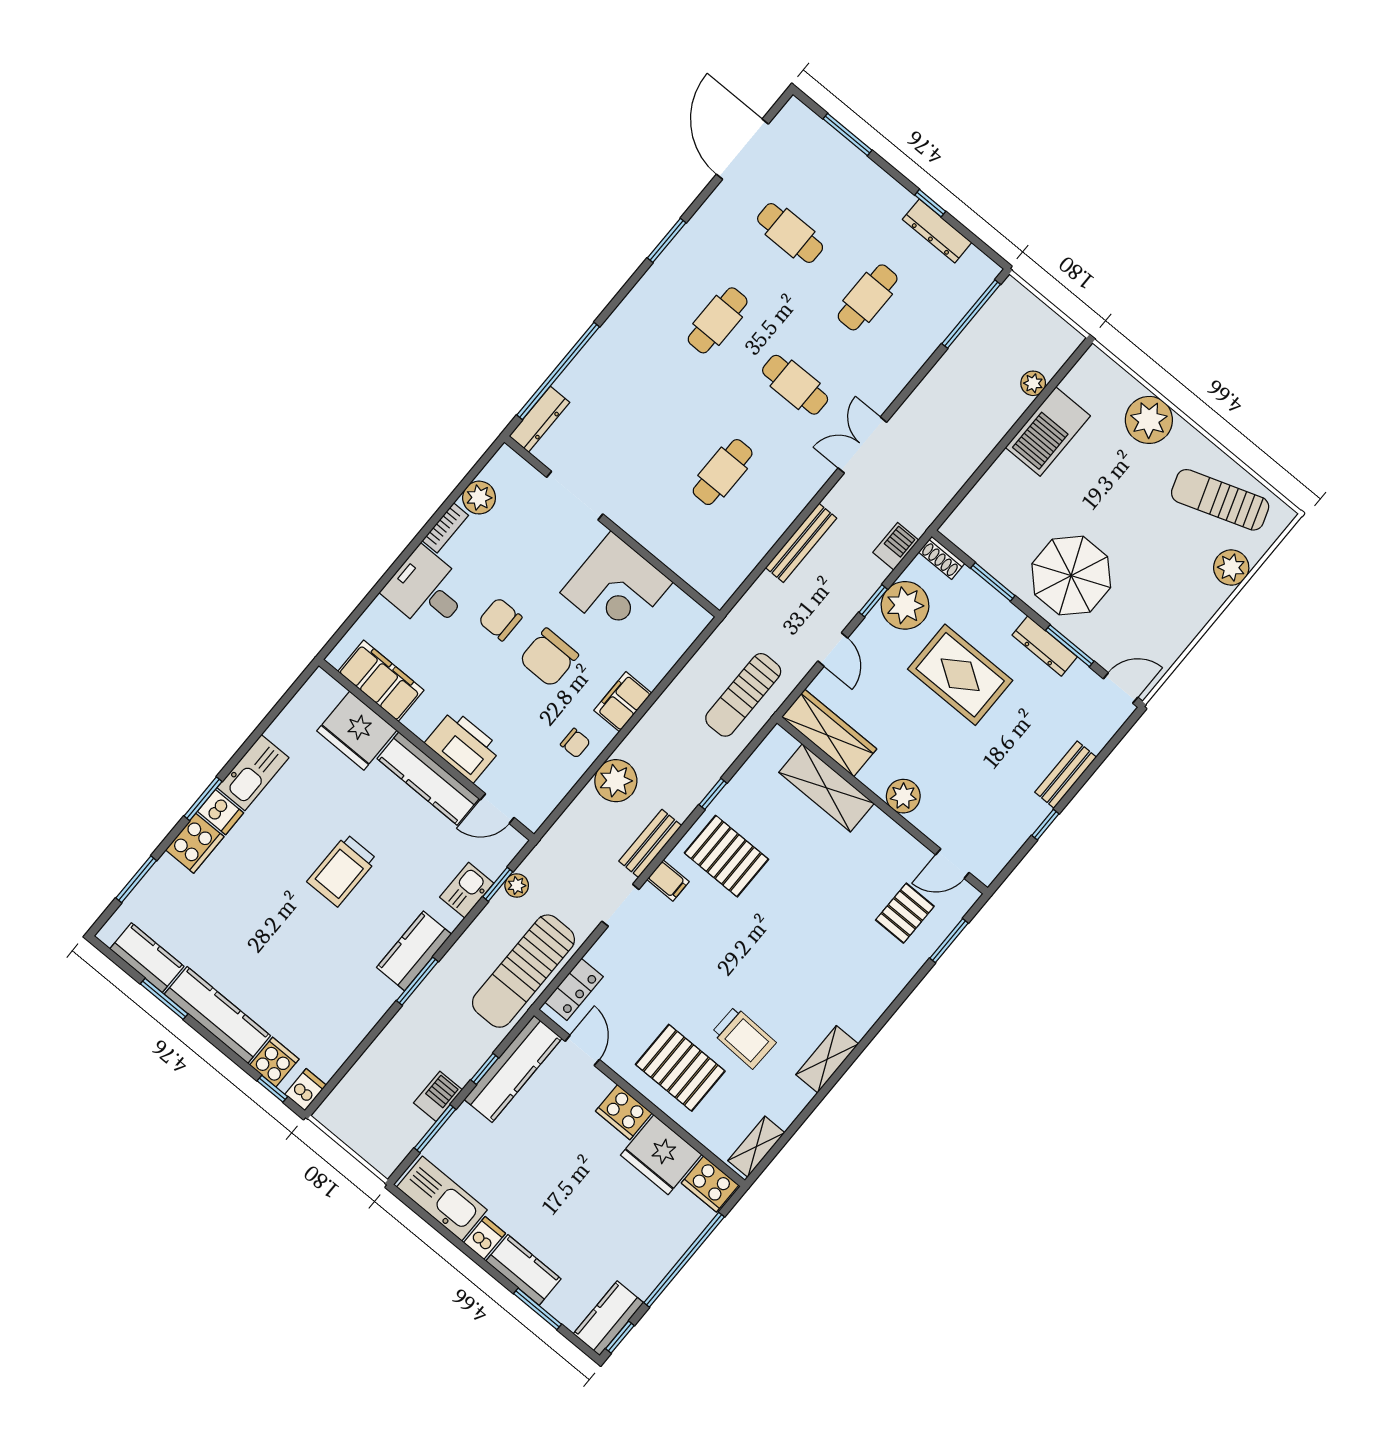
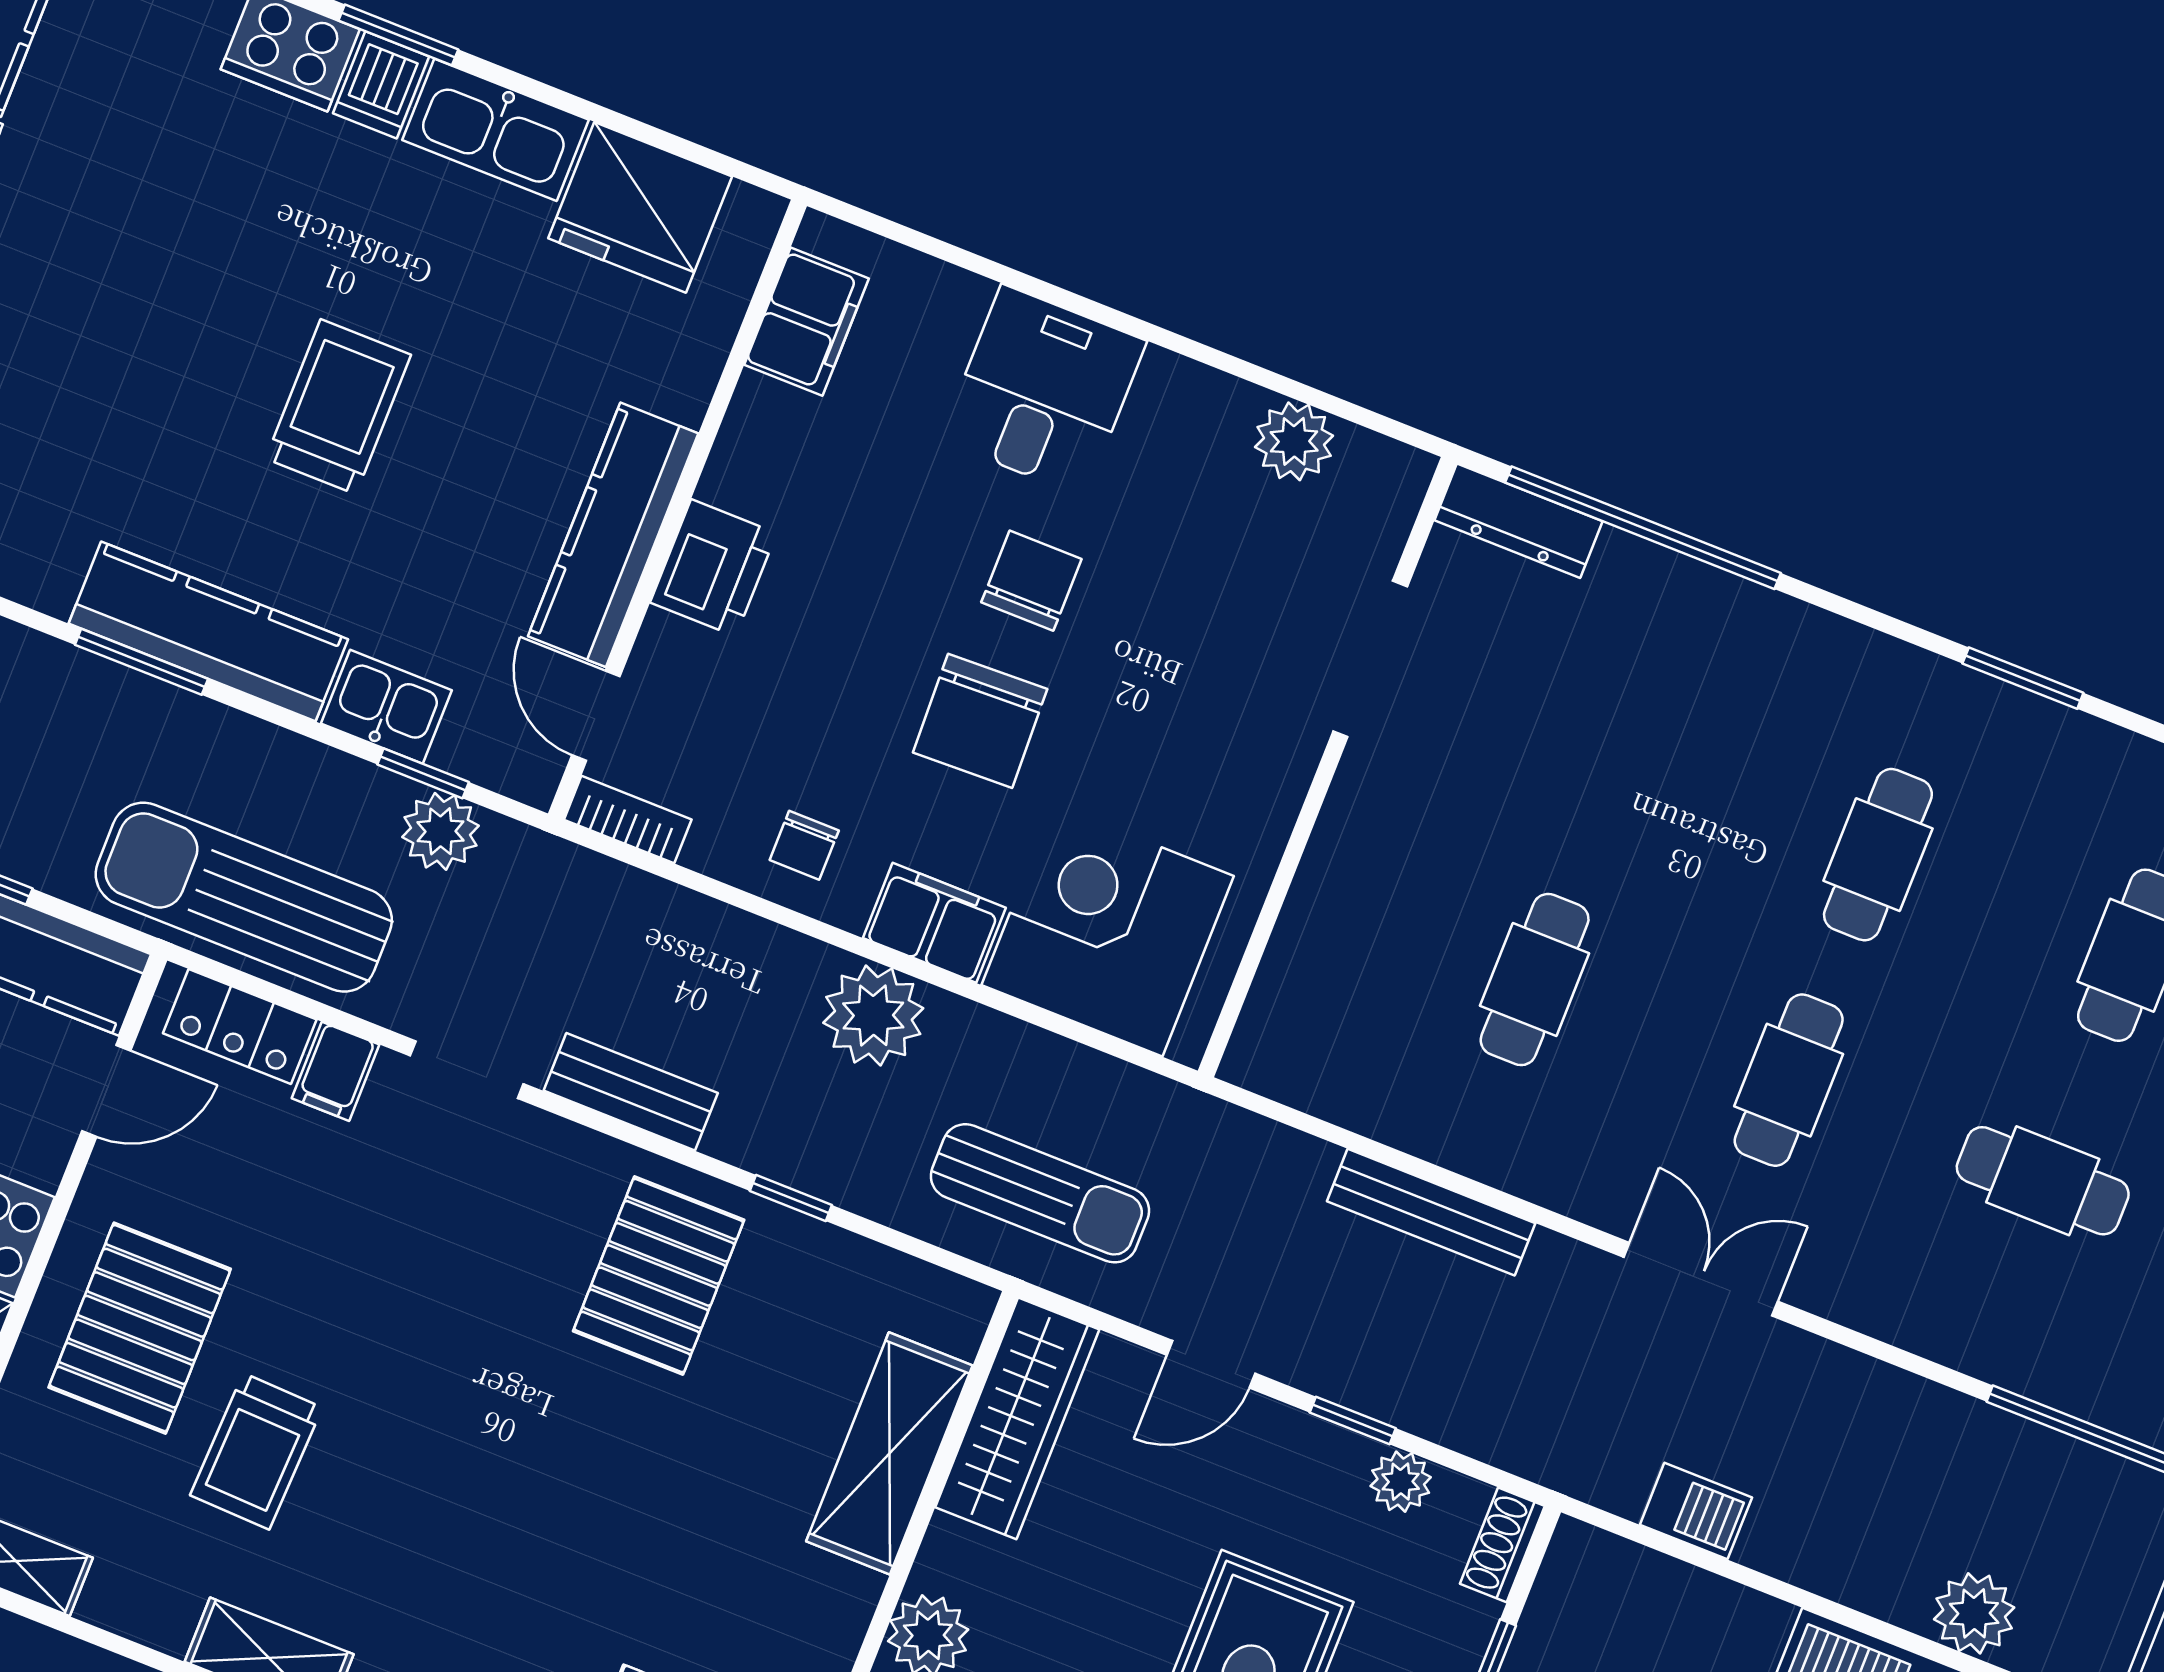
cafe table: (718, 320) -> (1878, 855), turned 90
plant: (1033, 383) -> (1974, 1613), width x1.38, depth x1.38
cafe table: (723, 472) -> (1535, 980), turned 90
bookcase: (445, 528) -> (628, 820), moved, turned 180
barbecue: (896, 546) -> (1696, 1511), moved
corner desk: (616, 587) -> (1108, 930), moved, turned 90
plant: (905, 605) -> (1401, 1482), width x0.53, depth x0.53
chair: (549, 658) -> (980, 721), turned -92
filing cabinet: (381, 681) -> (806, 322), width x0.67, depth x0.86
sun lounger: (743, 695) -> (1040, 1193), turned 180
fridge: (357, 731) -> (640, 207), moved, turned -90
printer: (463, 746) -> (713, 568), width x0.73, depth x0.84
plant: (616, 781) -> (873, 1015), moved
trolley: (342, 870) -> (338, 407), turned 90
filing cabinet: (668, 880) -> (335, 1071), moved
plant: (517, 885) -> (440, 831), width x1.38, depth x1.38
kitchen counter: (414, 951) -> (208, 631), width x1.50

